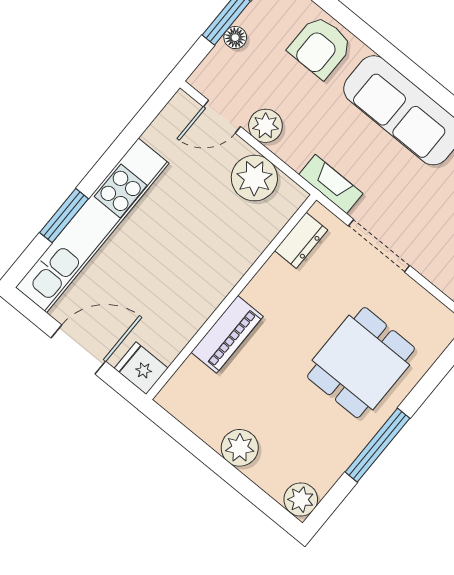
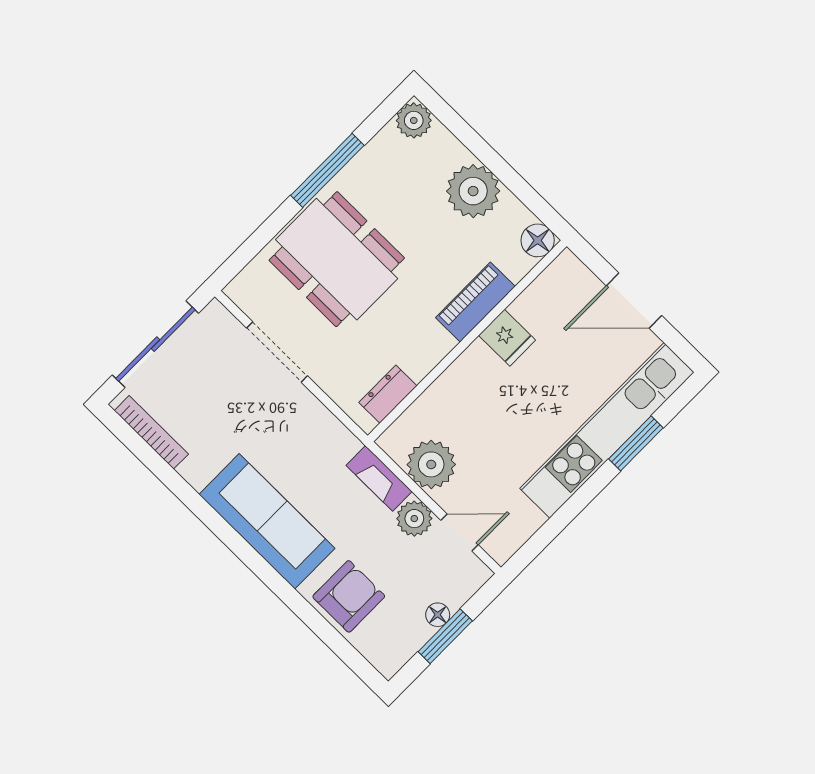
fireplace: (331, 184) -> (379, 478), moved
doorway: (379, 246) -> (277, 352), moved
dining table: (361, 363) -> (337, 259), width x1.38
fridge: (141, 368) -> (507, 338), moved
floor lamp: (174, 398) -> (538, 240), added
plant: (240, 448) -> (473, 191), width x1.36, depth x1.36

